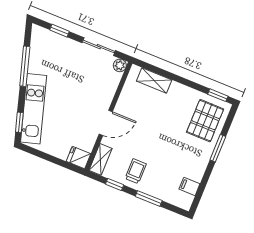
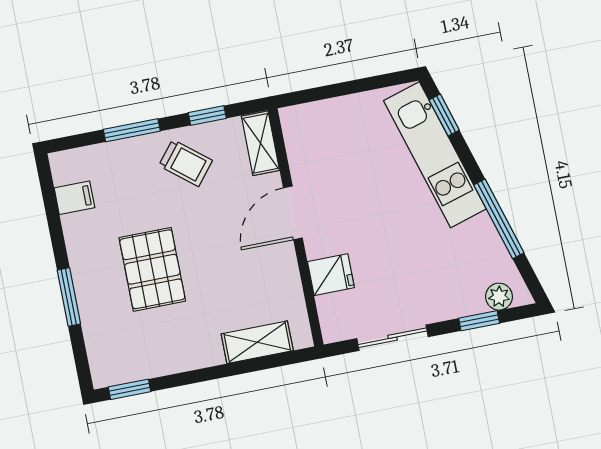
plant: (120, 65) -> (499, 297), moved
pallet: (205, 121) -> (152, 269), moved
fridge: (78, 158) -> (331, 275), moved
trolley: (136, 171) -> (186, 163), turned -51

